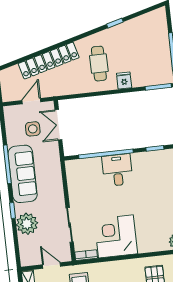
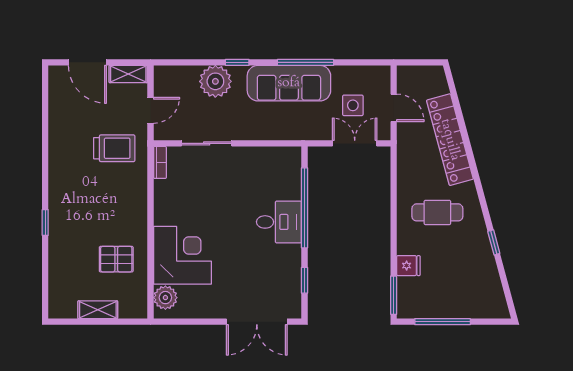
fridge: (124, 81) -> (408, 266), moved
corner desk: (116, 236) -> (182, 255), moved

